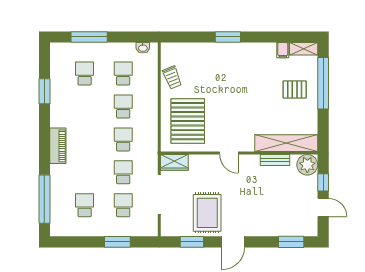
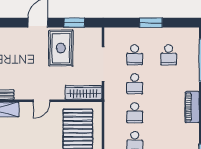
door: (229, 153) -> (42, 101), swing flipped
wardrobe: (174, 162) -> (84, 92), width x1.50
window: (117, 242) -> (151, 23), moved

